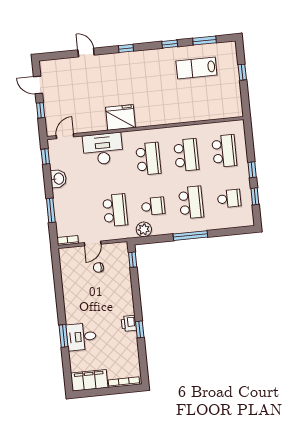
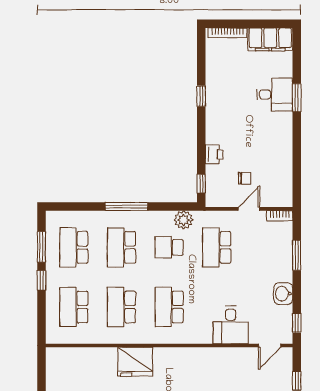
fridge: (120, 117) -> (135, 362), moved
desk: (103, 149) -> (231, 325), width x0.73
window: (255, 196) -> (41, 247), width x1.50
school desk: (229, 199) -> (74, 247), width x1.85
printer: (129, 323) -> (214, 154), moved

